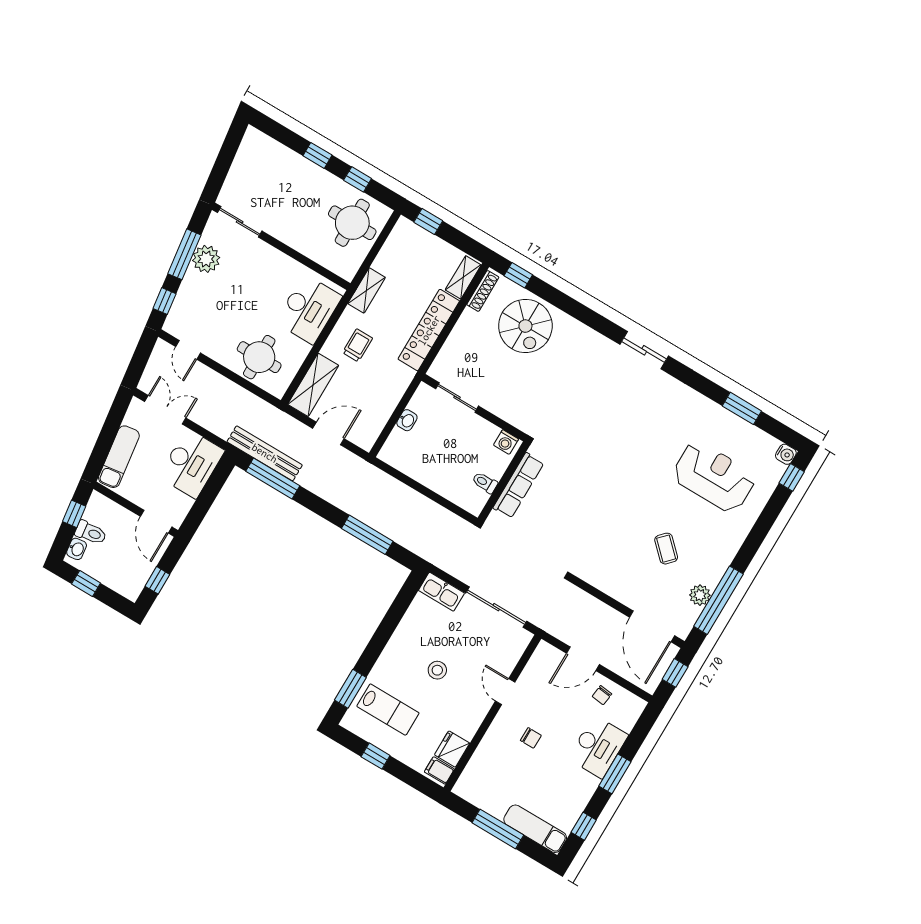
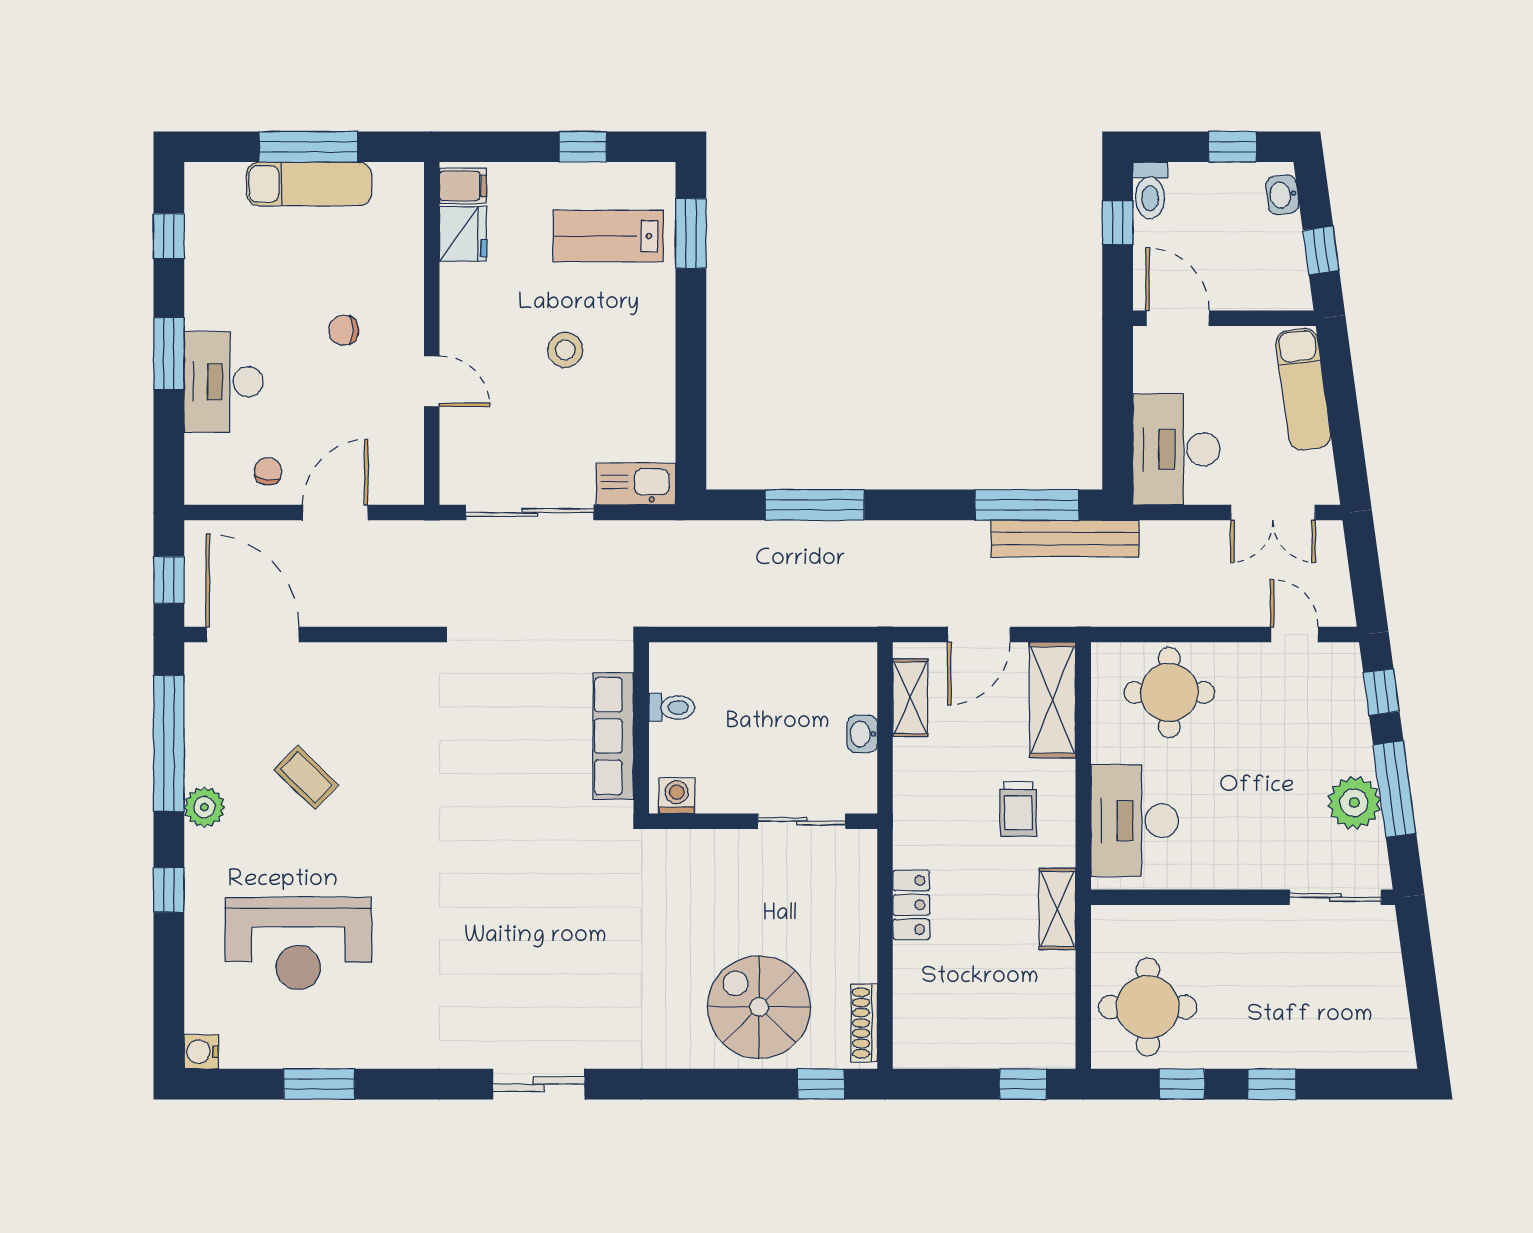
shelving: (463, 277) -> (910, 698), moved
locker: (429, 330) -> (911, 905), width x0.46, depth x0.83
window: (792, 477) -> (169, 890), moved
toilet: (91, 533) -> (1150, 190), moved, turned -82
plant: (700, 595) -> (204, 807), moved
exam couch: (535, 829) -> (309, 184), moved

